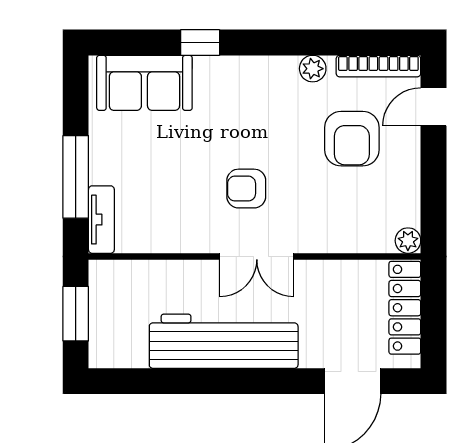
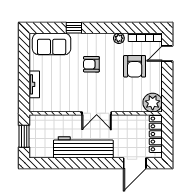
window: (76, 177) -> (24, 82), removed
armchair: (246, 189) -> (91, 64), moved
tv unit: (101, 220) -> (34, 84), moved
plant: (408, 241) -> (153, 103), width x1.88, depth x1.88

